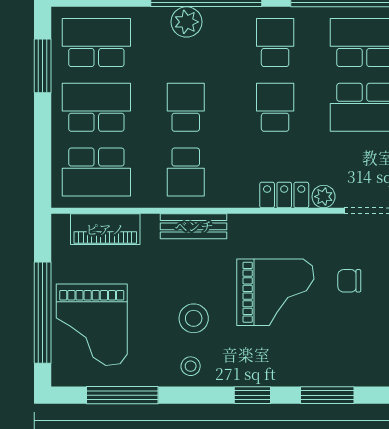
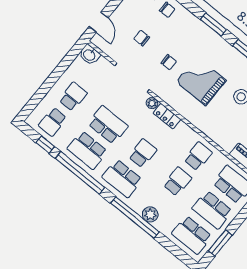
school desk: (275, 43) -> (122, 178), width x1.85
school desk: (186, 107) -> (177, 181), turned 180
school desk: (275, 107) -> (143, 153), turned 180
bench: (194, 226) -> (212, 133), removed

